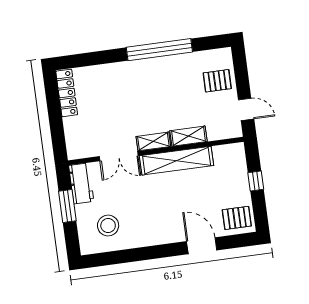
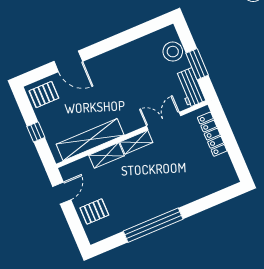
locker: (67, 93) -> (212, 134), moved
door: (246, 109) -> (62, 193), swing flipped
shelving: (177, 161) -> (90, 140), moved
stool: (108, 226) -> (173, 52), moved

